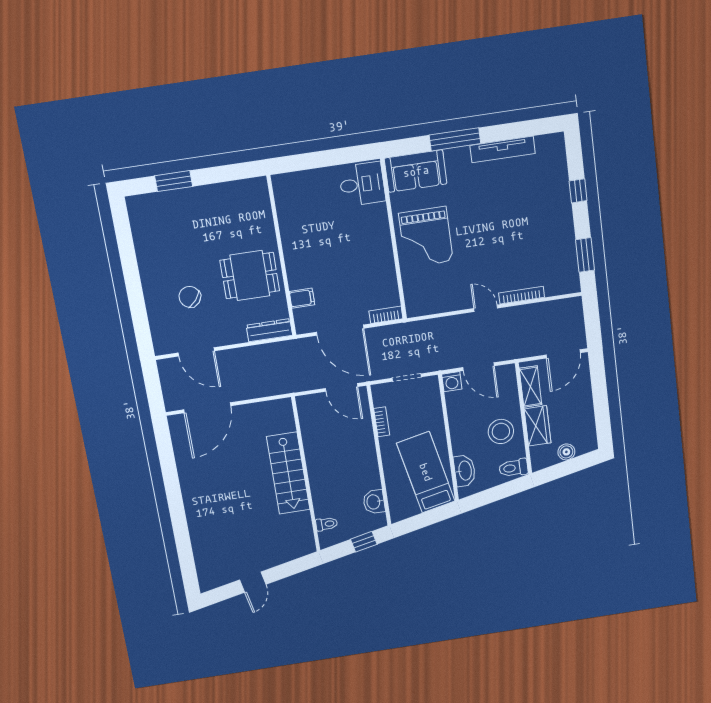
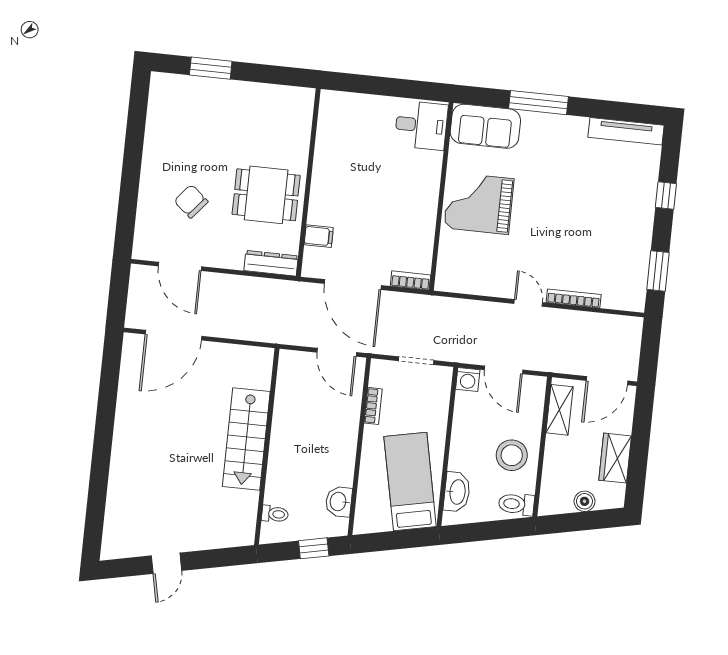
tv unit: (503, 149) -> (626, 131), moved
grand piano: (426, 237) -> (479, 203), turned 90
wardrobe: (538, 426) -> (615, 458), moved, turned 180

